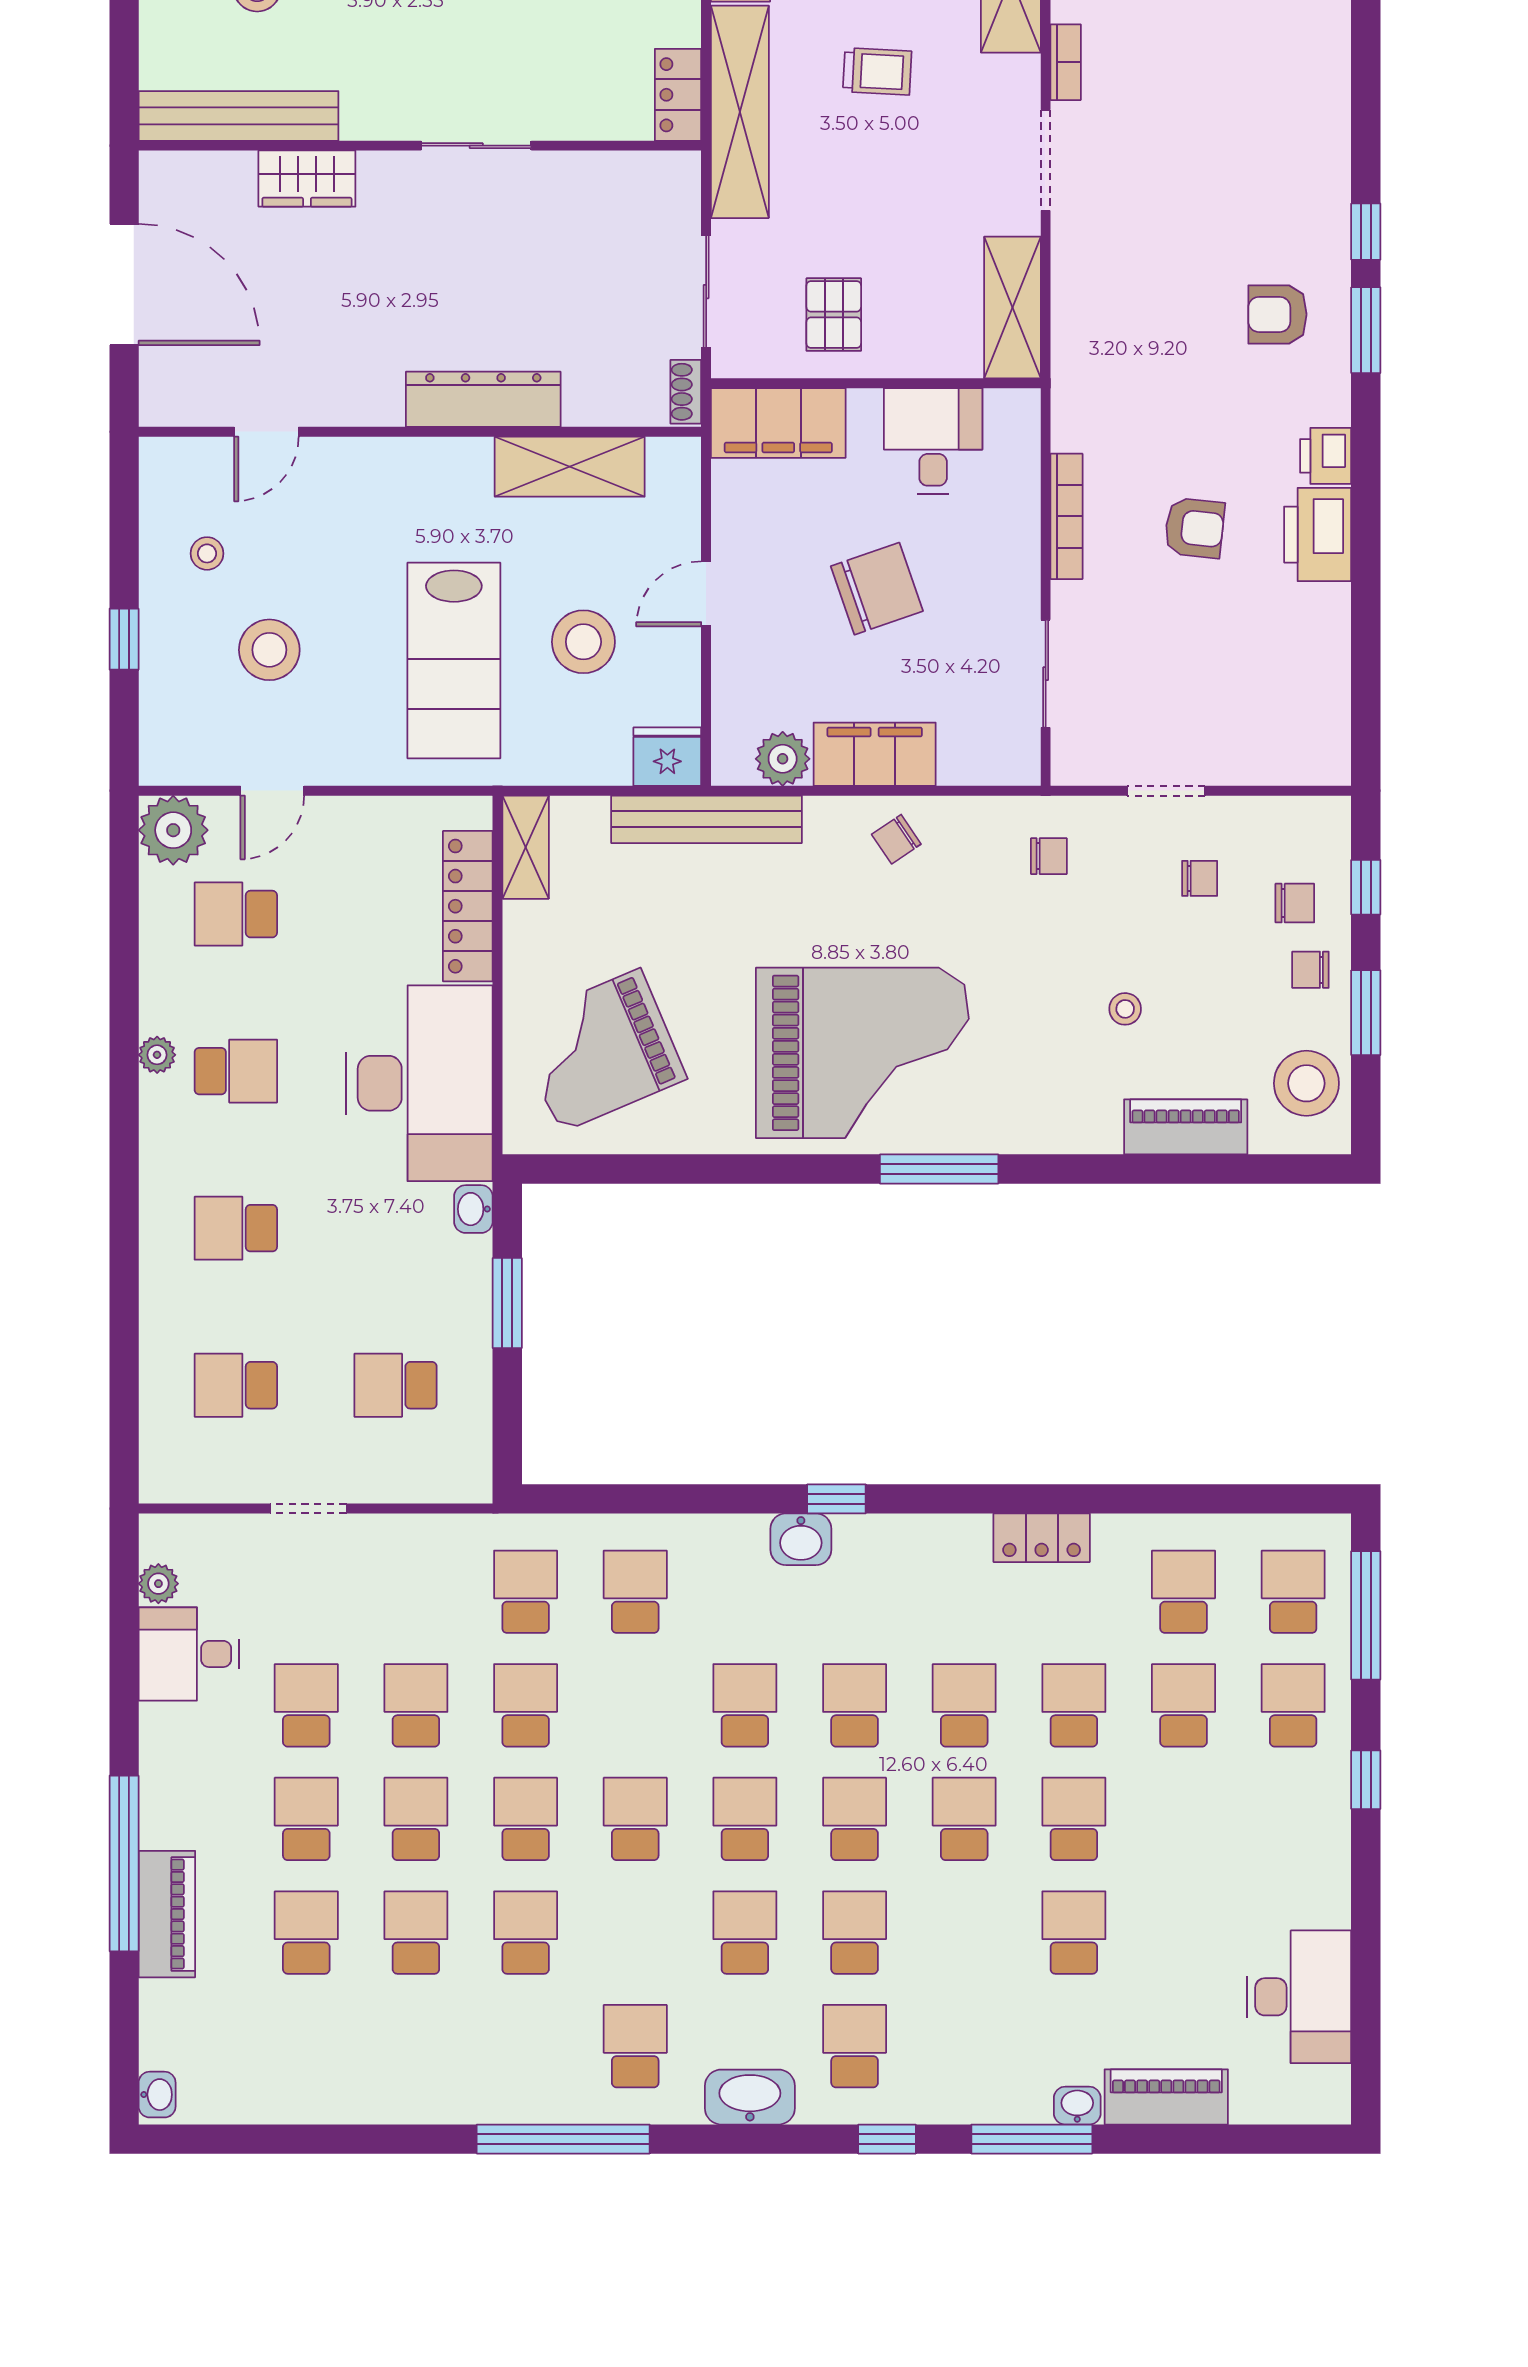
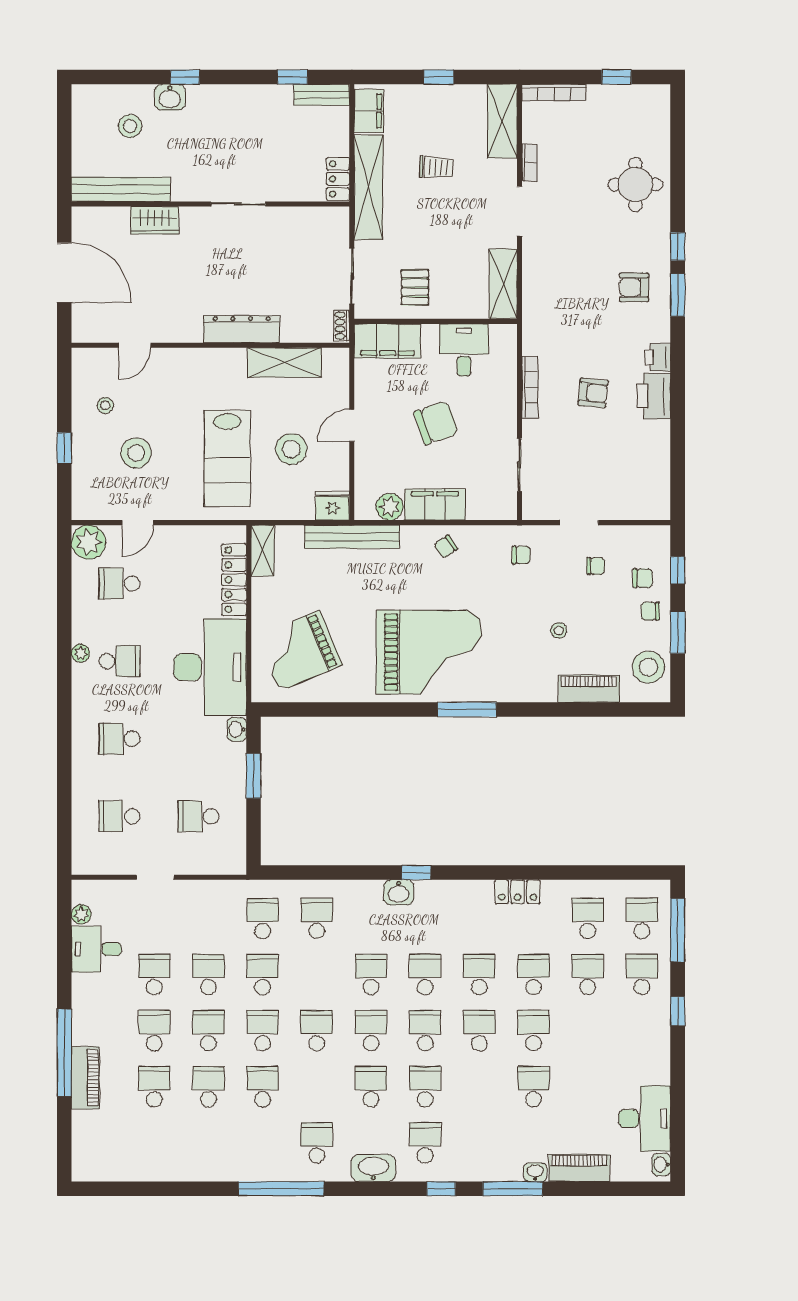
round table: (1280, 106) -> (635, 185), added
washbasin: (157, 2095) -> (661, 1164), moved, turned 180

